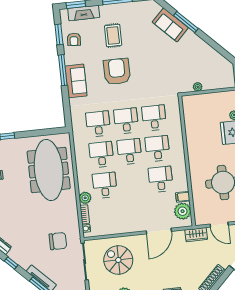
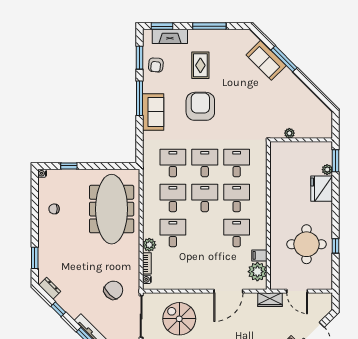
chair: (58, 241) -> (113, 290), turned -46

